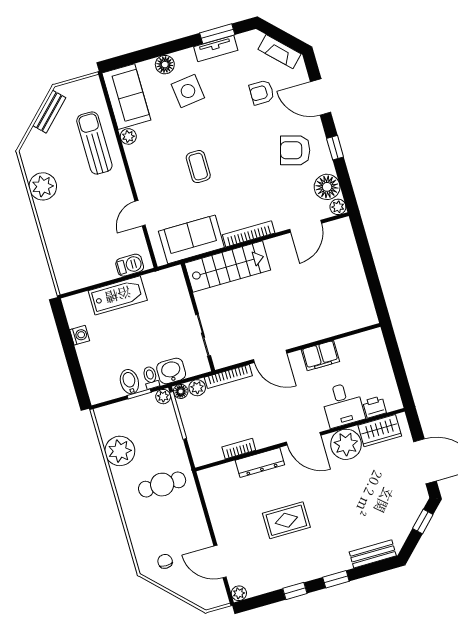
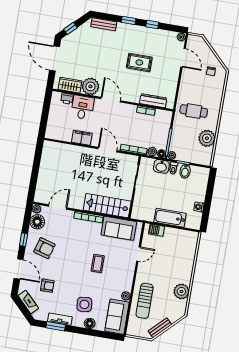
dresser: (260, 463) -> (153, 101), moved

